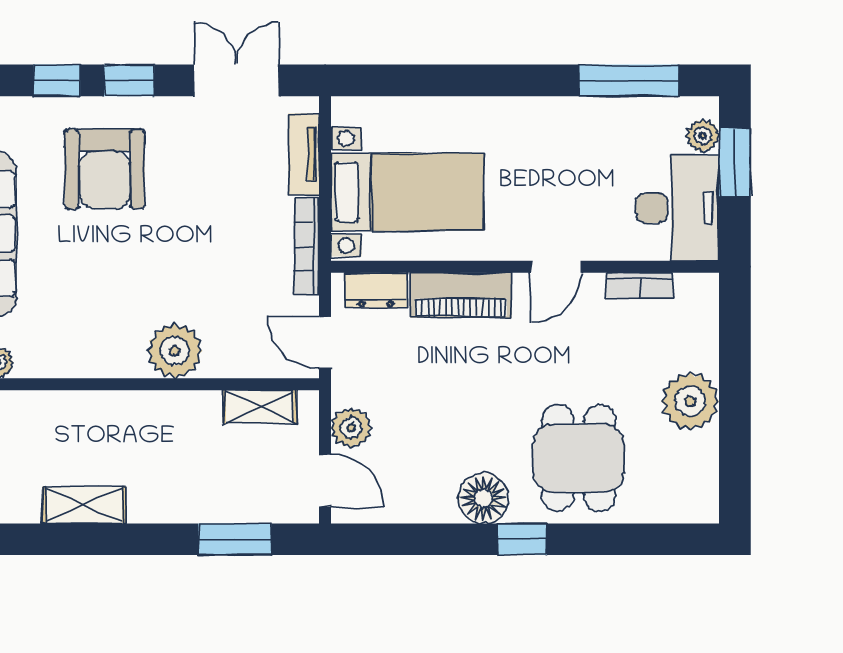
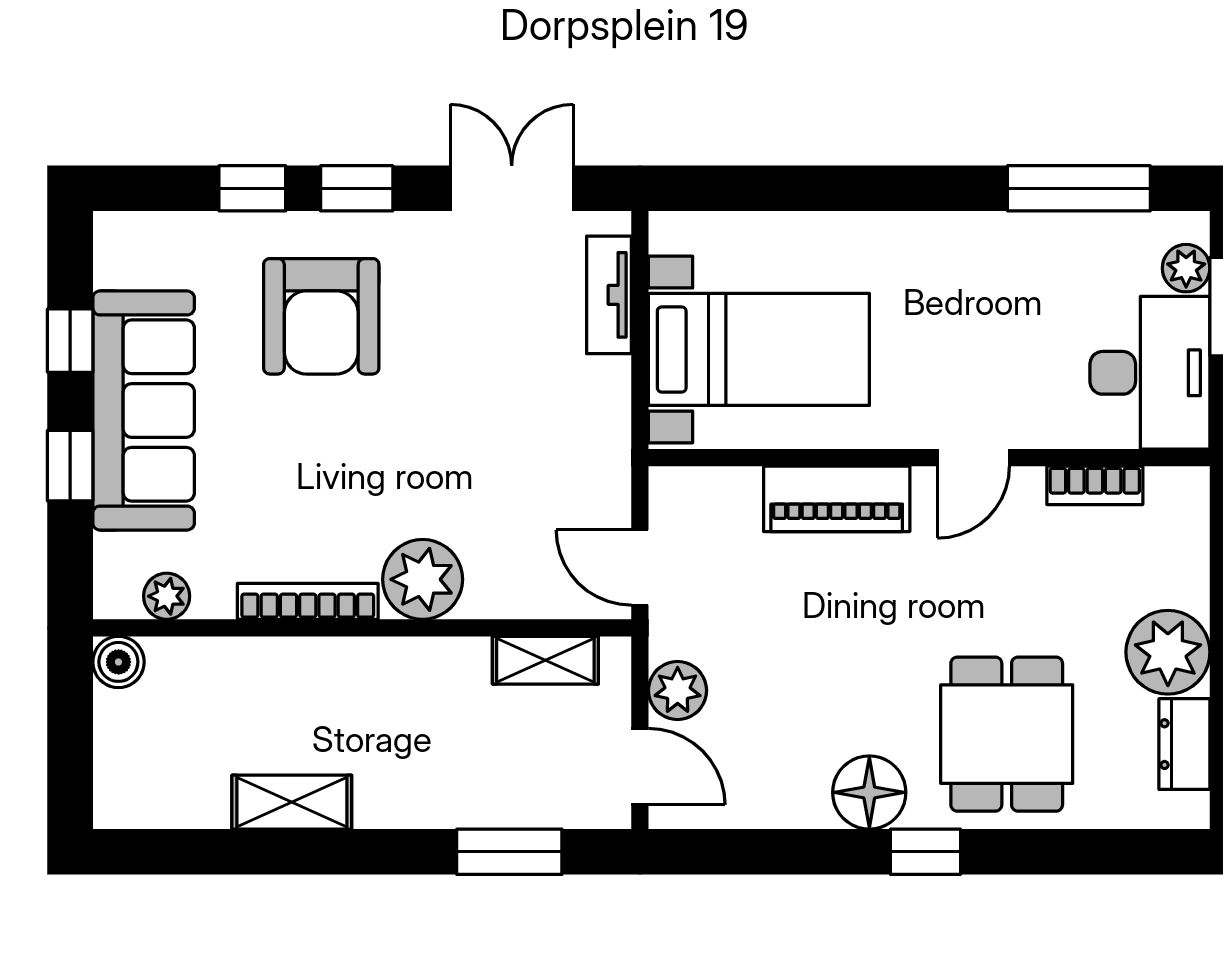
bookcase: (307, 247) -> (308, 601), moved, turned 90
dresser: (376, 290) -> (1184, 744), moved, turned 90

